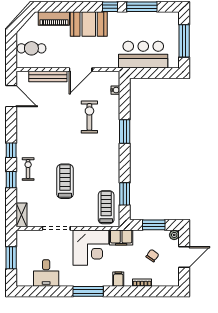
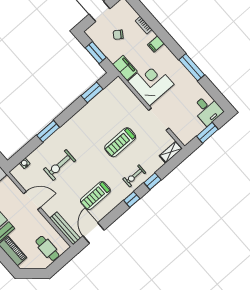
bench: (48, 77) -> (65, 228), moved
treadmill: (106, 207) -> (95, 196), moved
plant: (174, 235) -> (90, 32), removed
desk: (46, 273) -> (207, 110), moved, turned 90
window: (88, 291) -> (192, 67), moved

